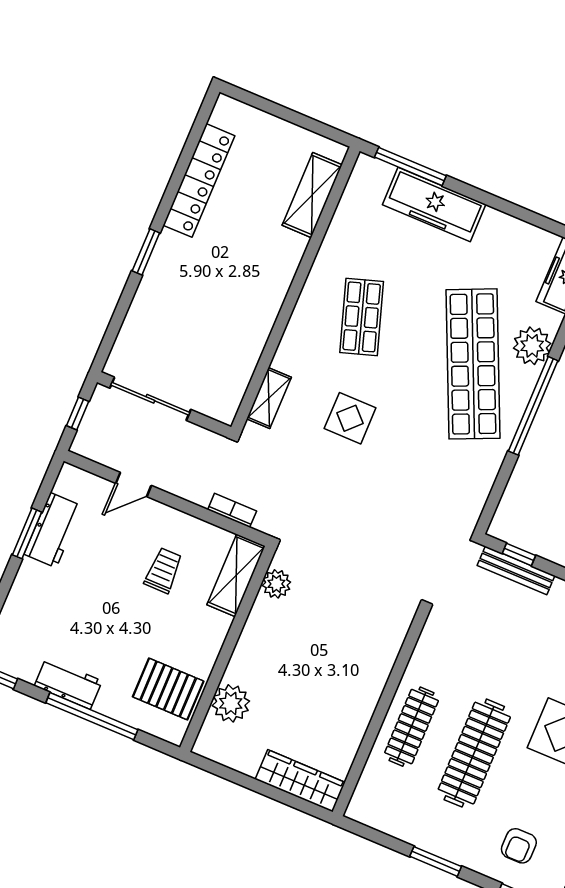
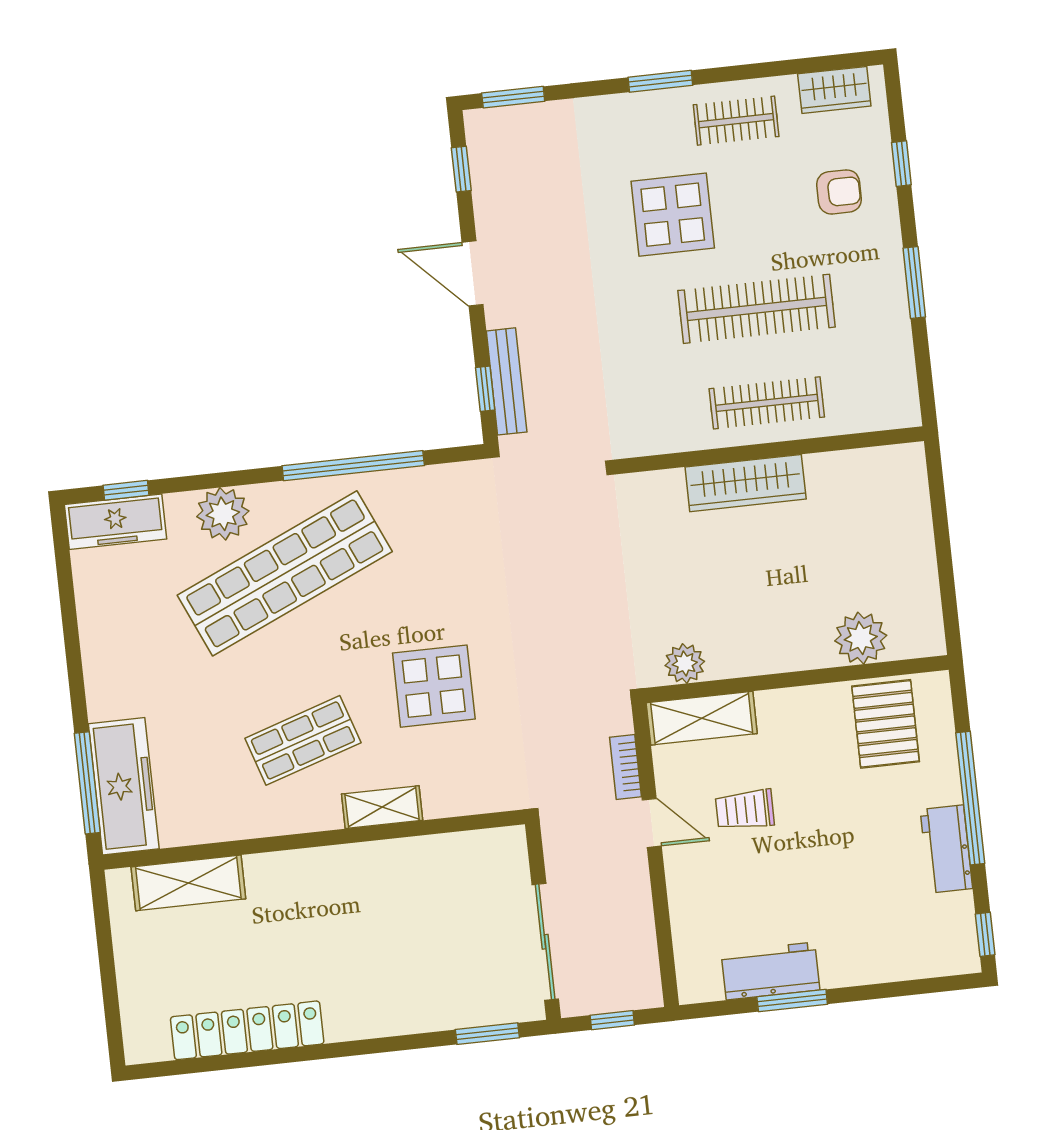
freezer: (434, 204) -> (124, 786), moved
window: (146, 252) -> (487, 1034), moved
shelving: (269, 398) -> (382, 807), moved
window: (533, 406) -> (353, 466), moved
display table: (350, 418) -> (434, 686), width x1.36, depth x1.36
door: (134, 484) -> (652, 823), moved
wardrobe: (300, 781) -> (746, 483), moved, turned -90

